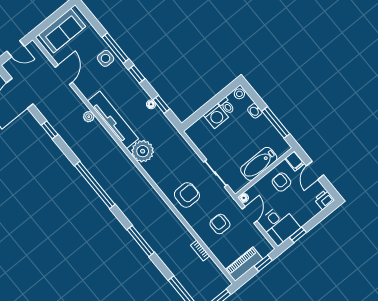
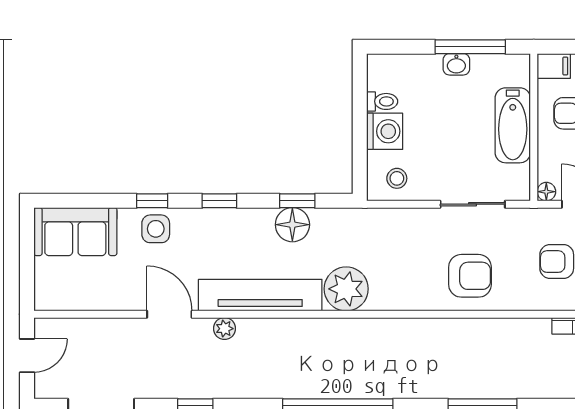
sofa: (62, 31) -> (75, 232), moved, turned 90
window: (115, 48) -> (152, 201), width x0.46
door: (64, 75) -> (169, 314), moved
stool: (239, 94) -> (397, 178), moved
floor lamp: (151, 104) -> (292, 225), width x1.89, depth x1.89
washbasin: (255, 111) -> (456, 64), moved
armchair: (187, 195) -> (470, 276), turned 90

